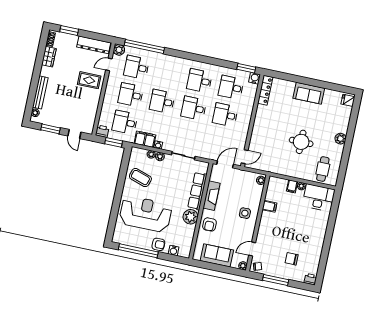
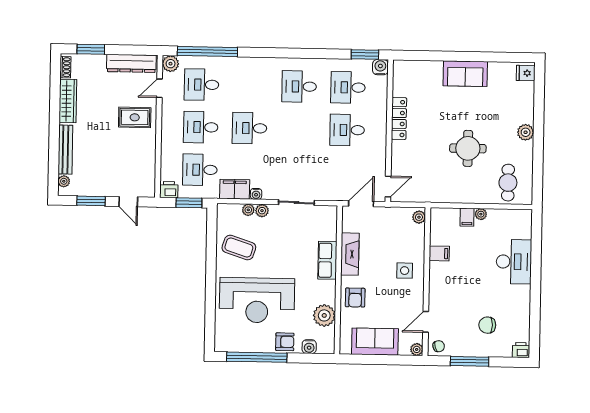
wardrobe: (49, 57) -> (68, 101), width x1.50
locker: (265, 90) -> (399, 118), moved
desk: (194, 108) -> (298, 129), removed
row of seats: (197, 191) -> (327, 260), width x0.68
desk: (319, 198) -> (514, 262), moved, turned 90
reception desk: (146, 214) -> (257, 300), turned 180
plant: (190, 217) -> (324, 315), moved

